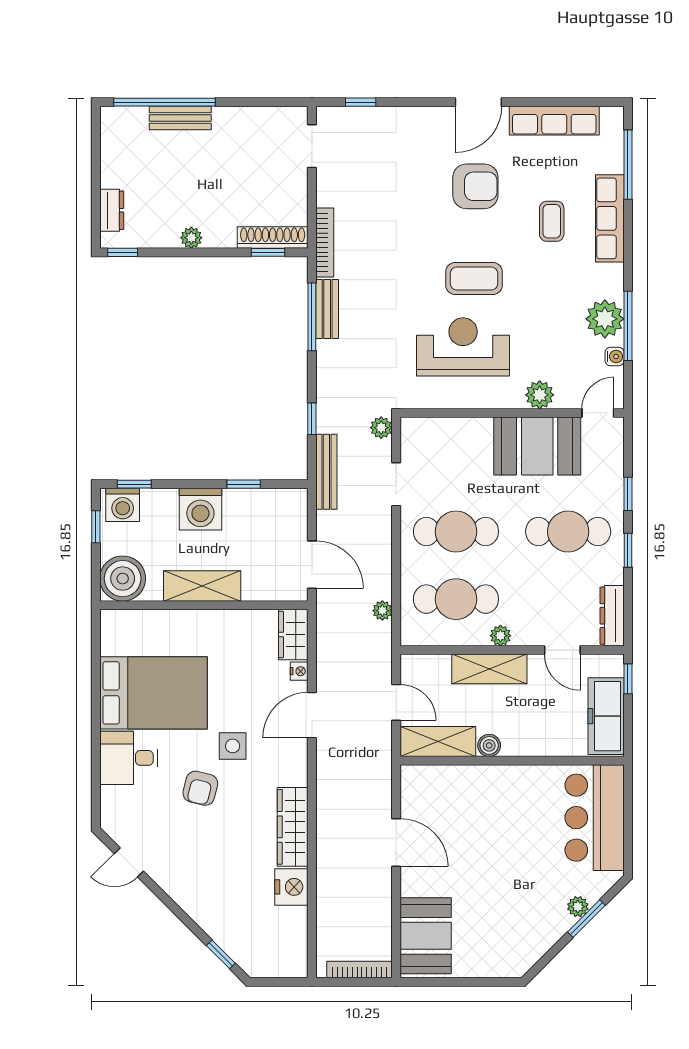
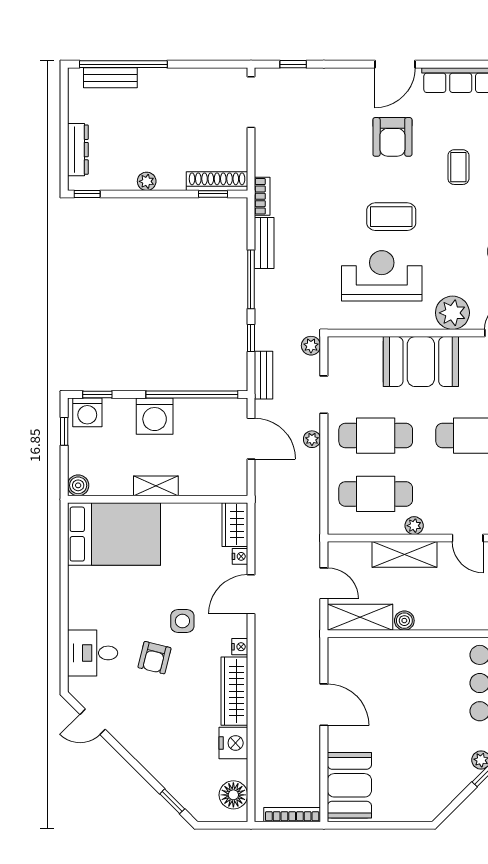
bench: (180, 118) -> (110, 78), moved
doorway: (312, 146) -> (251, 102), width x1.38
armchair: (475, 186) -> (392, 137), turned 90
dresser: (112, 210) -> (78, 150), width x1.44
bookcase: (325, 243) -> (262, 196), width x0.64
window: (312, 317) -> (251, 279), moved
plant: (540, 395) -> (452, 313), width x1.36, depth x1.36
booth: (537, 446) -> (421, 362), moved
bench: (326, 472) -> (264, 375), width x0.73
window: (244, 484) -> (192, 395), width x3.17
door: (312, 565) -> (251, 439), moved
boiler: (123, 579) -> (78, 485), width x0.54, depth x0.54
shelving: (202, 586) -> (156, 486), width x0.67, depth x0.75
plant: (382, 611) -> (312, 439), moved
bed: (154, 693) -> (114, 534), moved
desk: (129, 758) -> (93, 653), moved
nightstand: (299, 776) -> (240, 647), added
floor lamp: (292, 947) -> (233, 795), added

